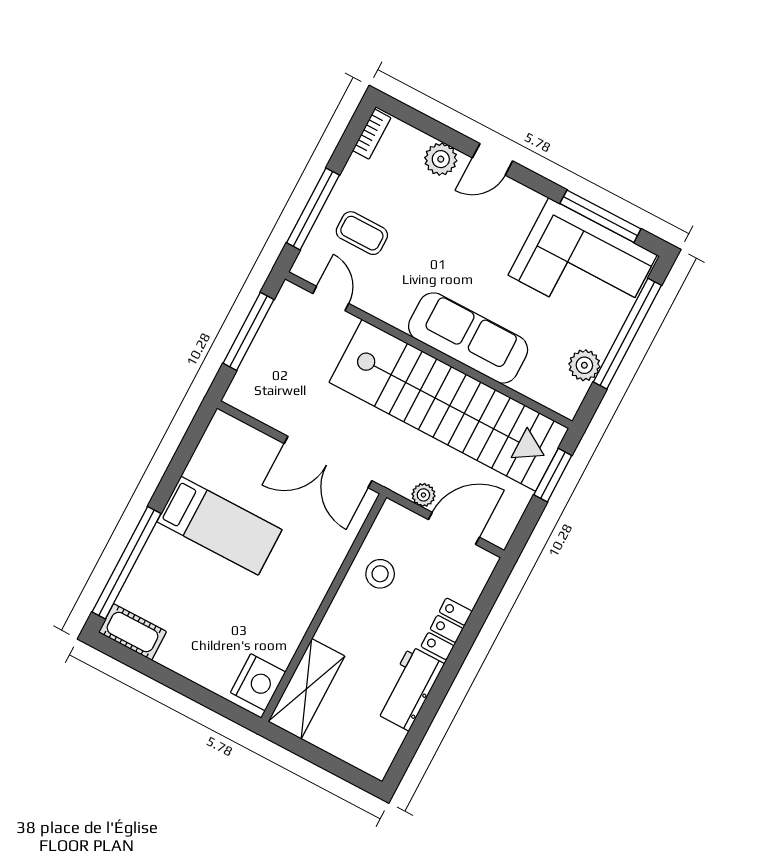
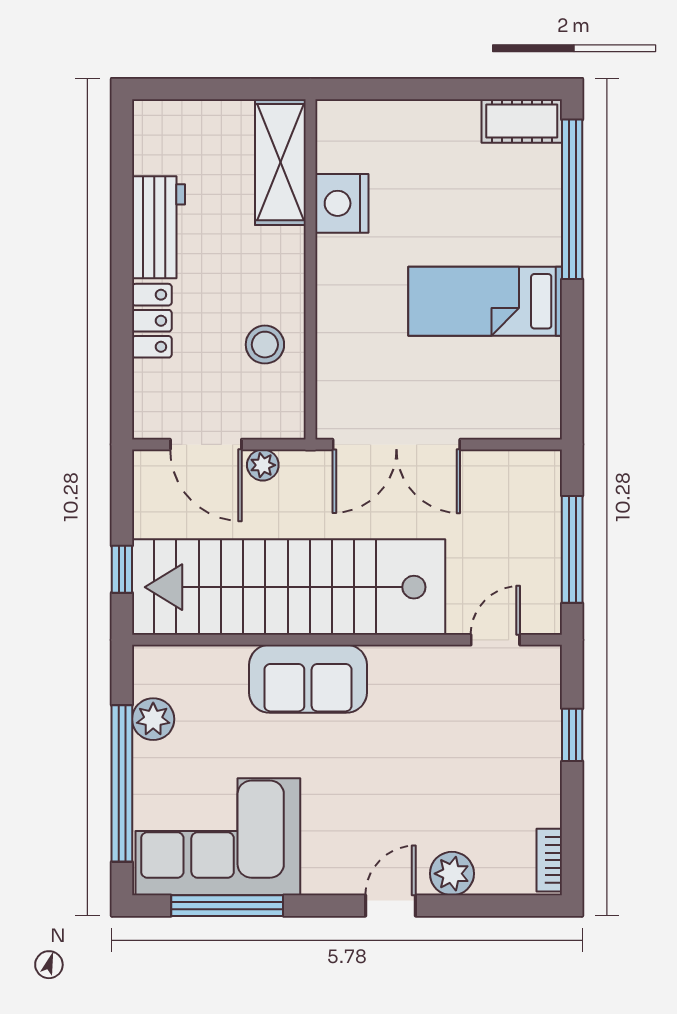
window: (313, 209) -> (572, 735), width x0.46
coffee table: (362, 233) -> (499, 737), removed
door: (331, 298) -> (495, 640), swing flipped
sofa: (468, 338) -> (308, 679), width x0.73
double door: (328, 462) -> (396, 444), swing flipped
window: (553, 475) -> (122, 569), width x0.67
door: (454, 528) -> (206, 444), hinge flipped
nightstand: (258, 682) -> (342, 203), moved

